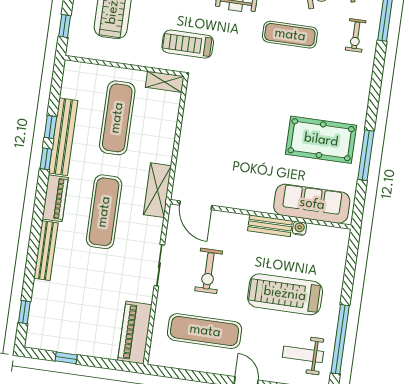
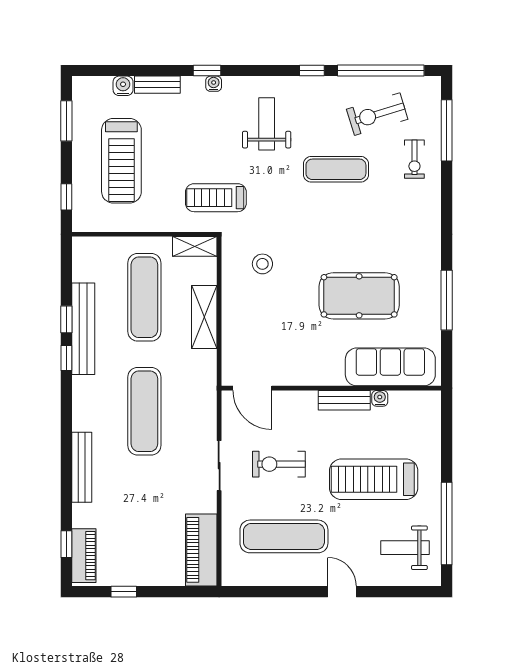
stool: (218, 104) -> (262, 264), added
pool table: (321, 140) -> (359, 296), moved
shelving: (157, 190) -> (204, 317), moved
piano: (55, 198) -> (84, 556), moved
exercise bike: (209, 271) -> (279, 464), turned 90

